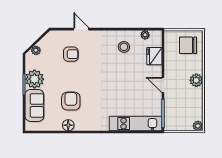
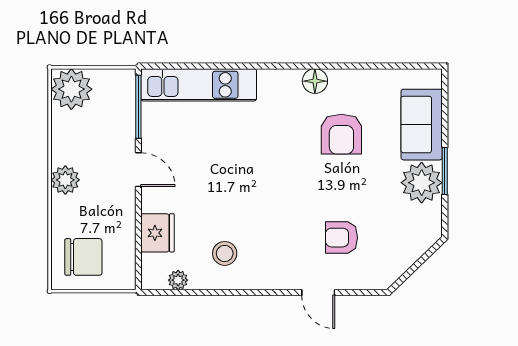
plant: (36, 50) -> (418, 246), removed
floor lamp: (68, 125) -> (315, 81), moved
plant: (198, 126) -> (71, 89), width x1.88, depth x1.88

